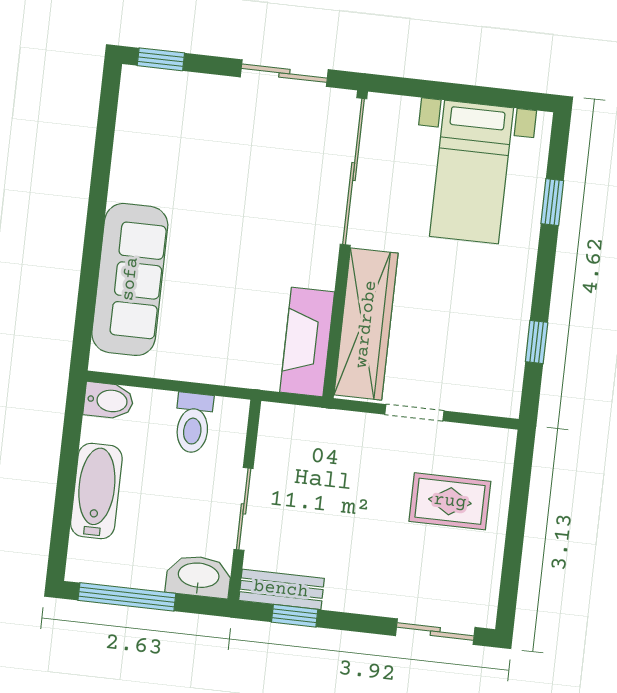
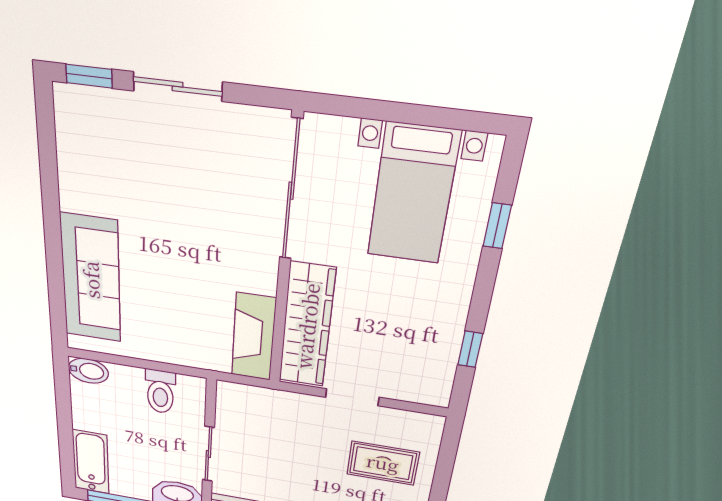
sliding door: (284, 73) -> (178, 86), moved
bathtub: (96, 491) -> (91, 462), moved

